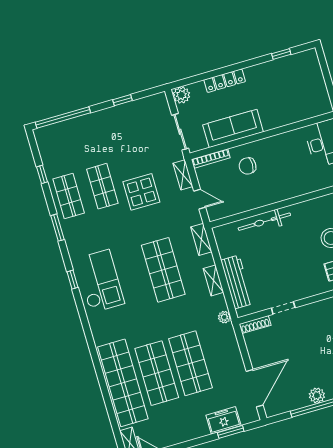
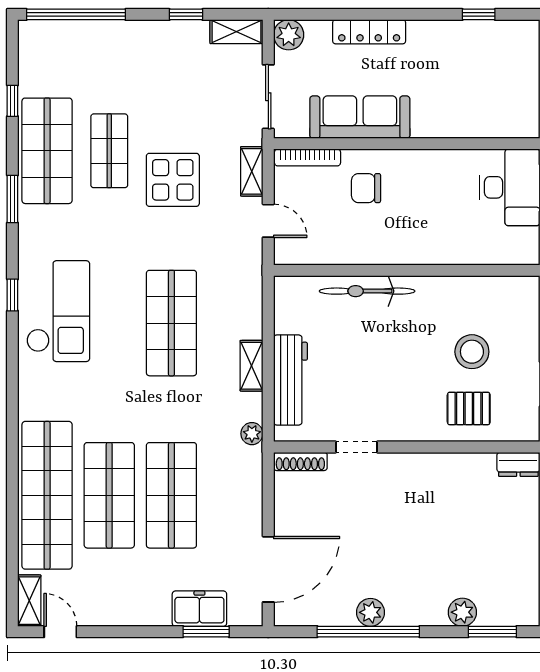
shop shelf: (69, 196) -> (47, 151), width x1.43, depth x1.36
shelving: (201, 239) -> (236, 32), moved, turned 90

